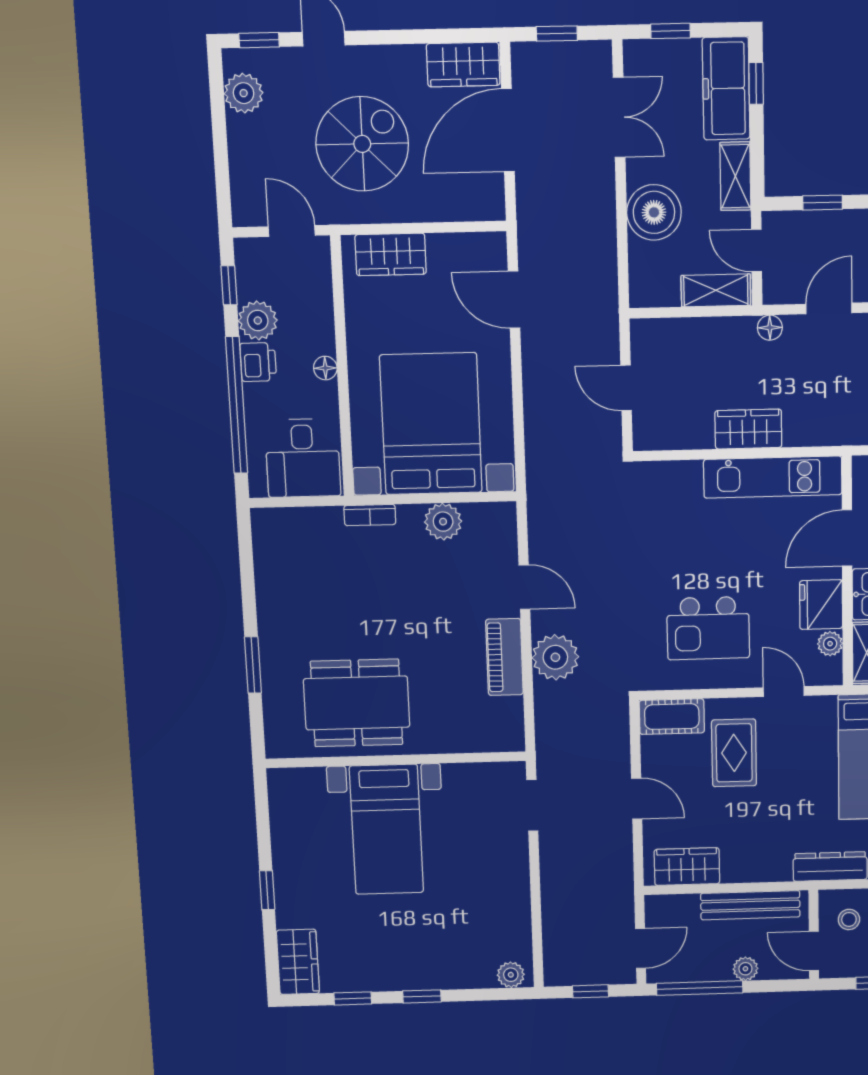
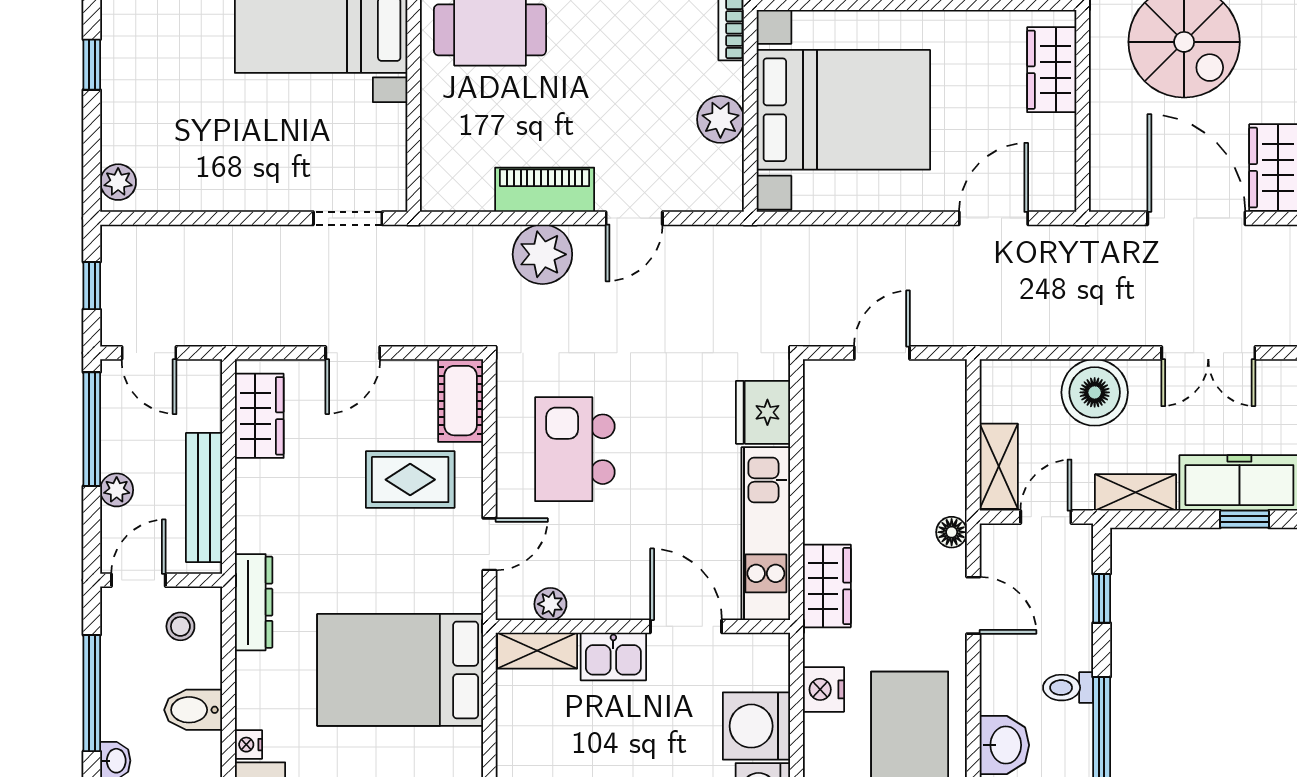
wardrobe: (748, 429) -> (827, 586), moved
fridge: (821, 605) -> (763, 412), moved, turned -90

